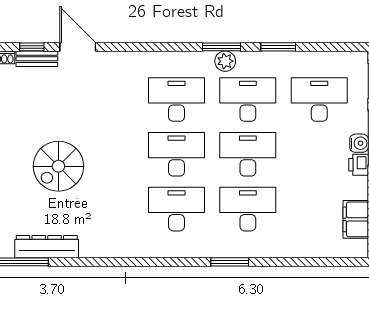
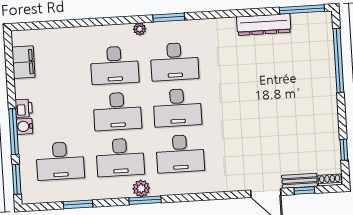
window: (278, 47) -> (78, 204), moved
spiral stairs: (58, 166) -> (276, 92), removed
dresser: (47, 247) -> (264, 25), moved
plant: (215, 250) -> (140, 29), added
window: (230, 262) -> (169, 17), moved

